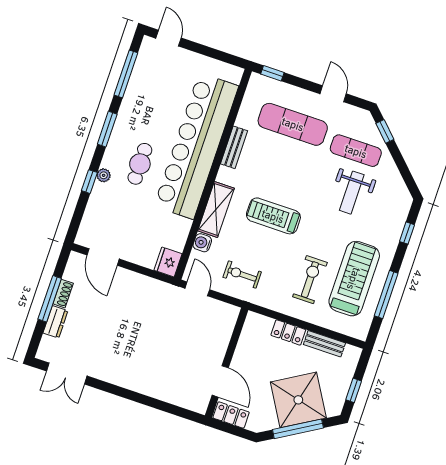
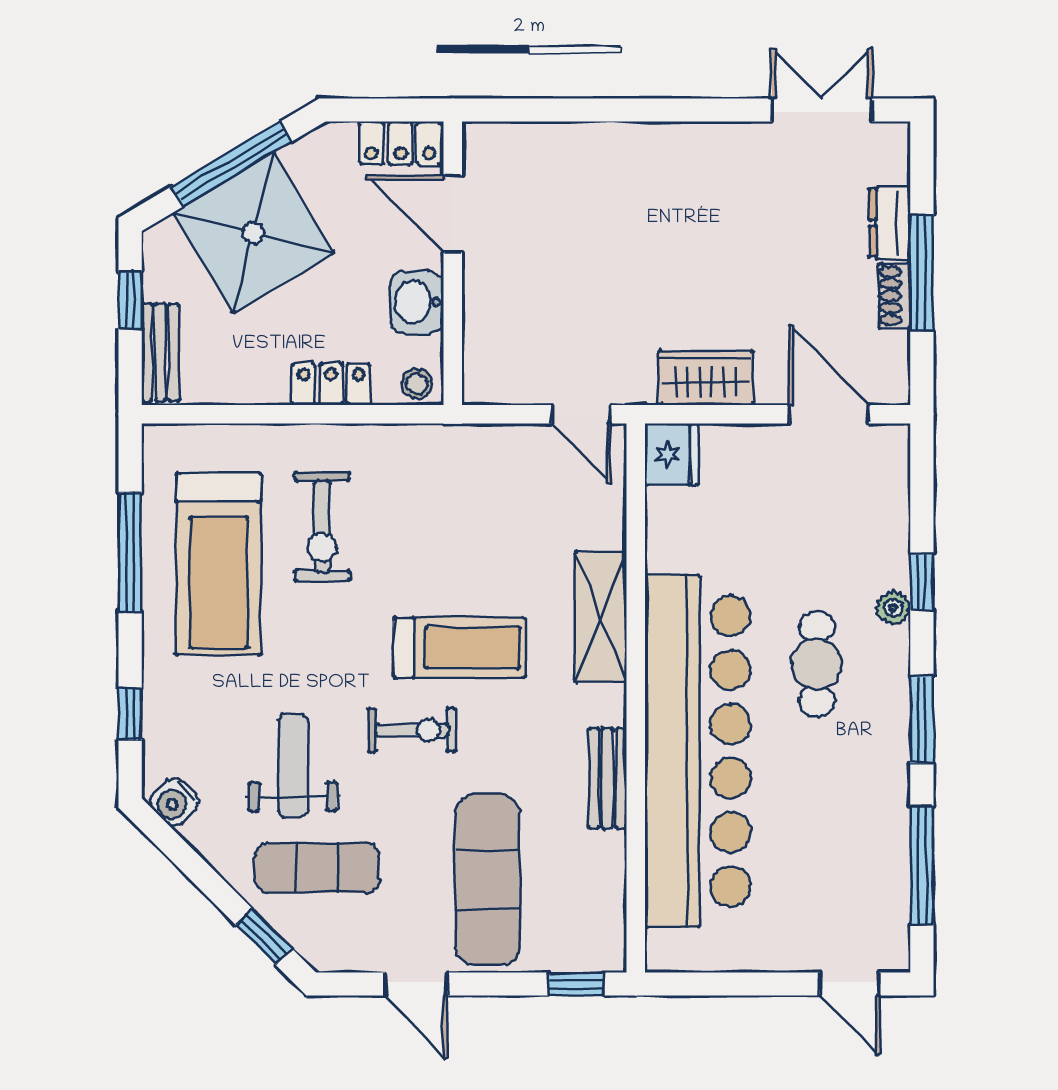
exercise mat: (293, 124) -> (487, 880), turned 90
water cooler: (202, 243) -> (174, 802), moved, turned 135
exercise bike: (242, 275) -> (412, 730), moved
wardrobe: (145, 287) -> (706, 378), added
stool: (256, 322) -> (417, 384), added
bench: (324, 344) -> (160, 352), moved, turned 90
washbasin: (245, 353) -> (417, 302), added

